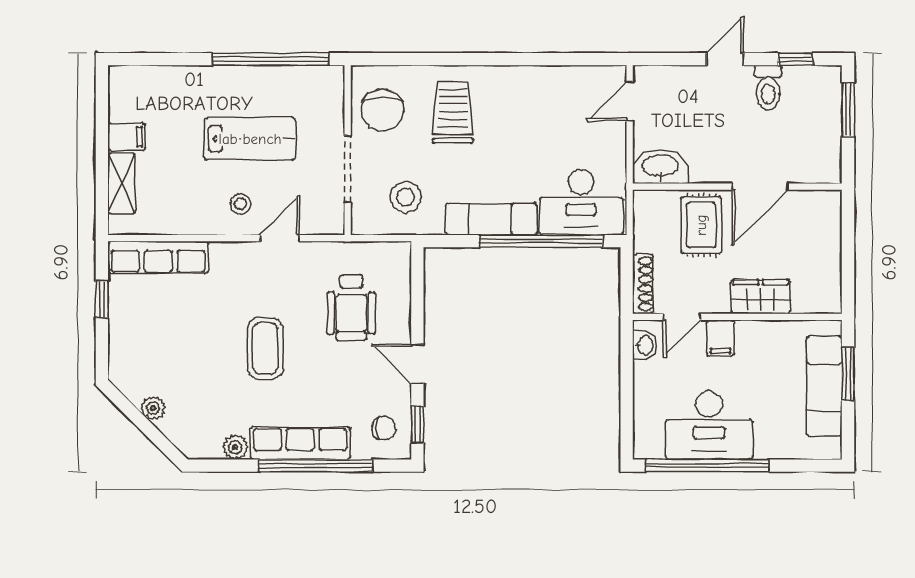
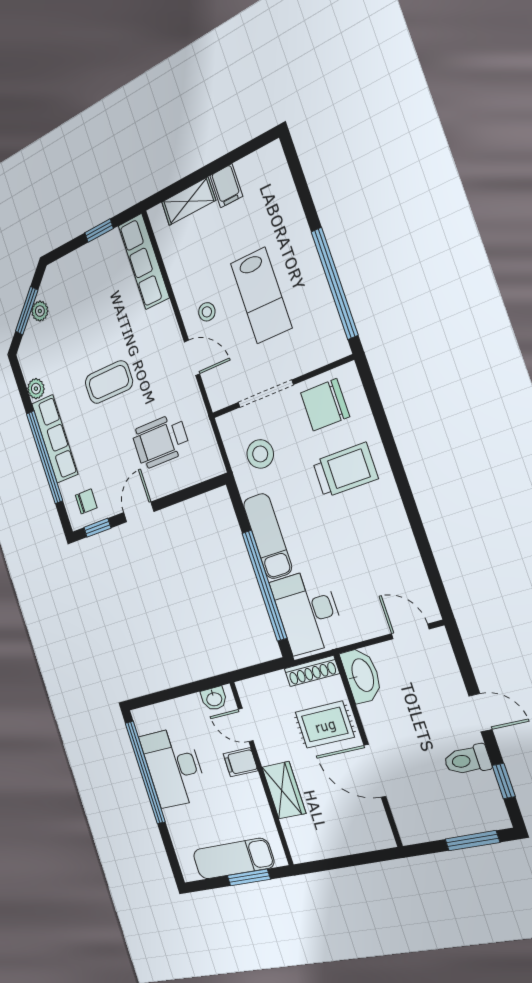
shoe rack: (643, 284) -> (312, 671), moved
window: (145, 426) -> (27, 311), added
chair: (384, 428) -> (86, 501), turned -90

